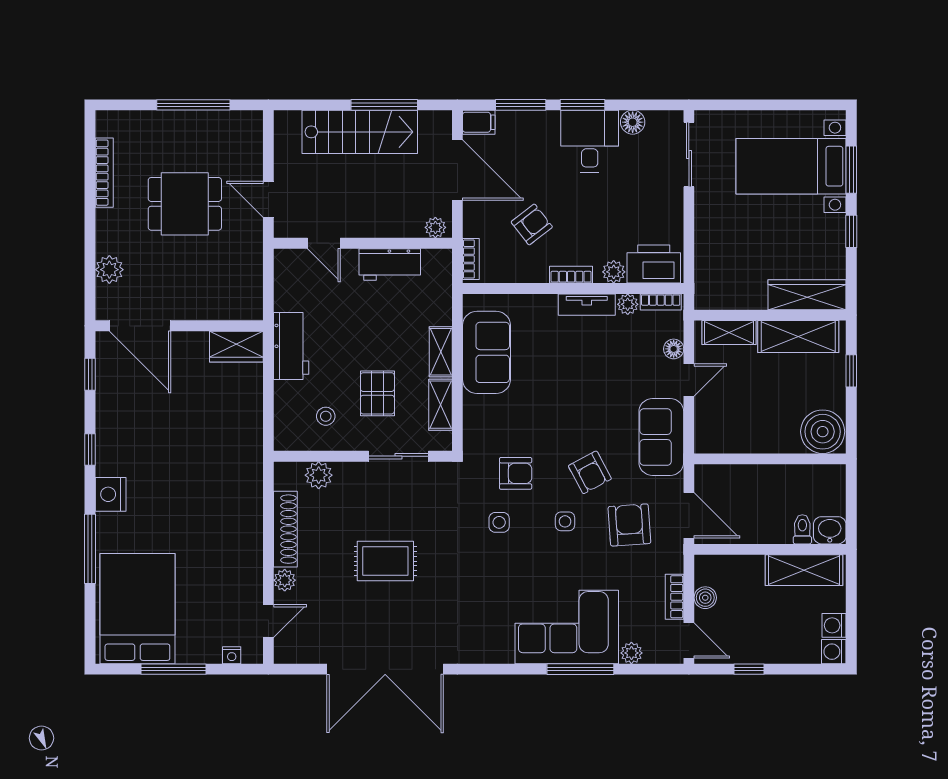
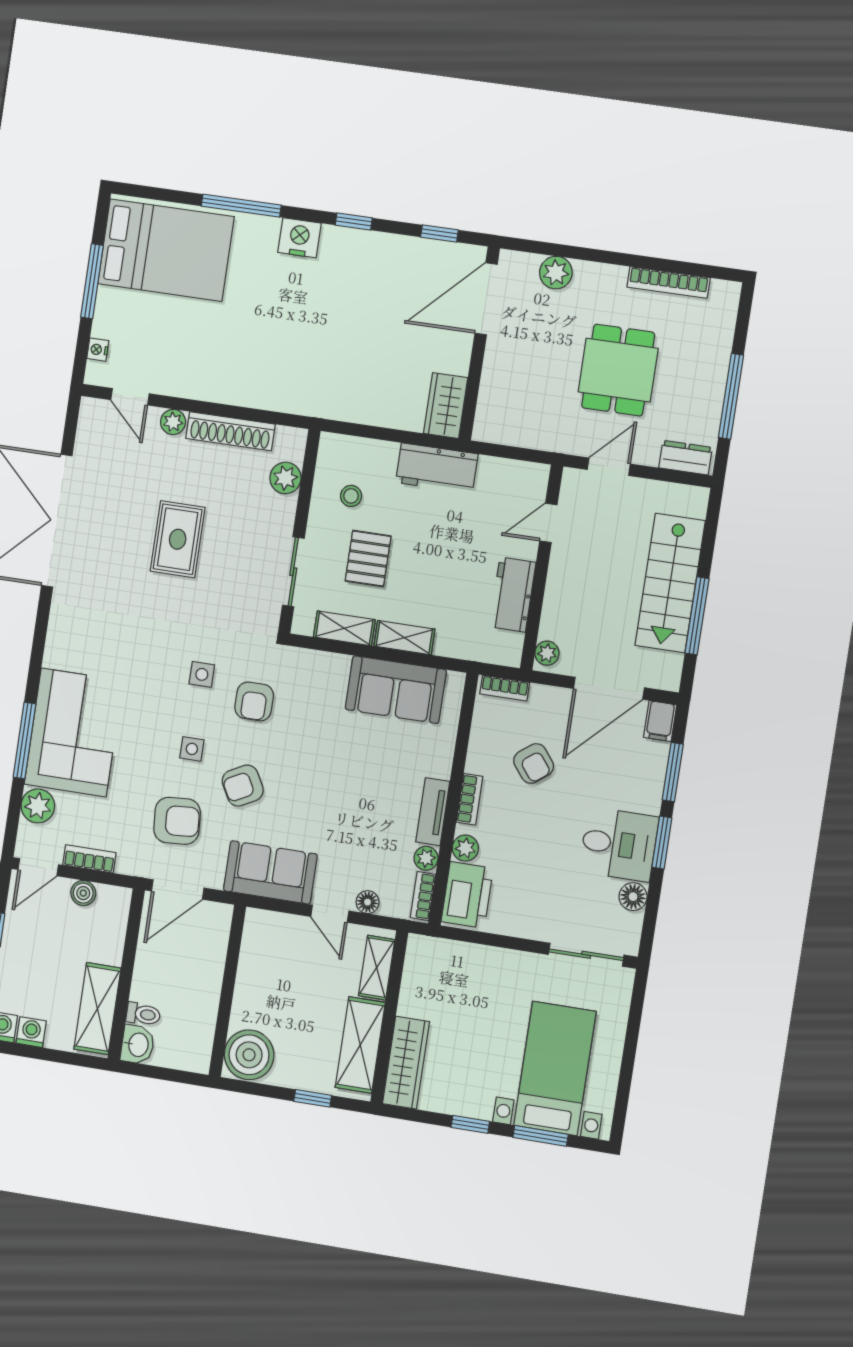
dresser: (251, 135) -> (685, 458), added
pallet: (377, 393) -> (368, 559), turned 90
plant: (631, 653) -> (38, 806), width x1.38, depth x1.38

